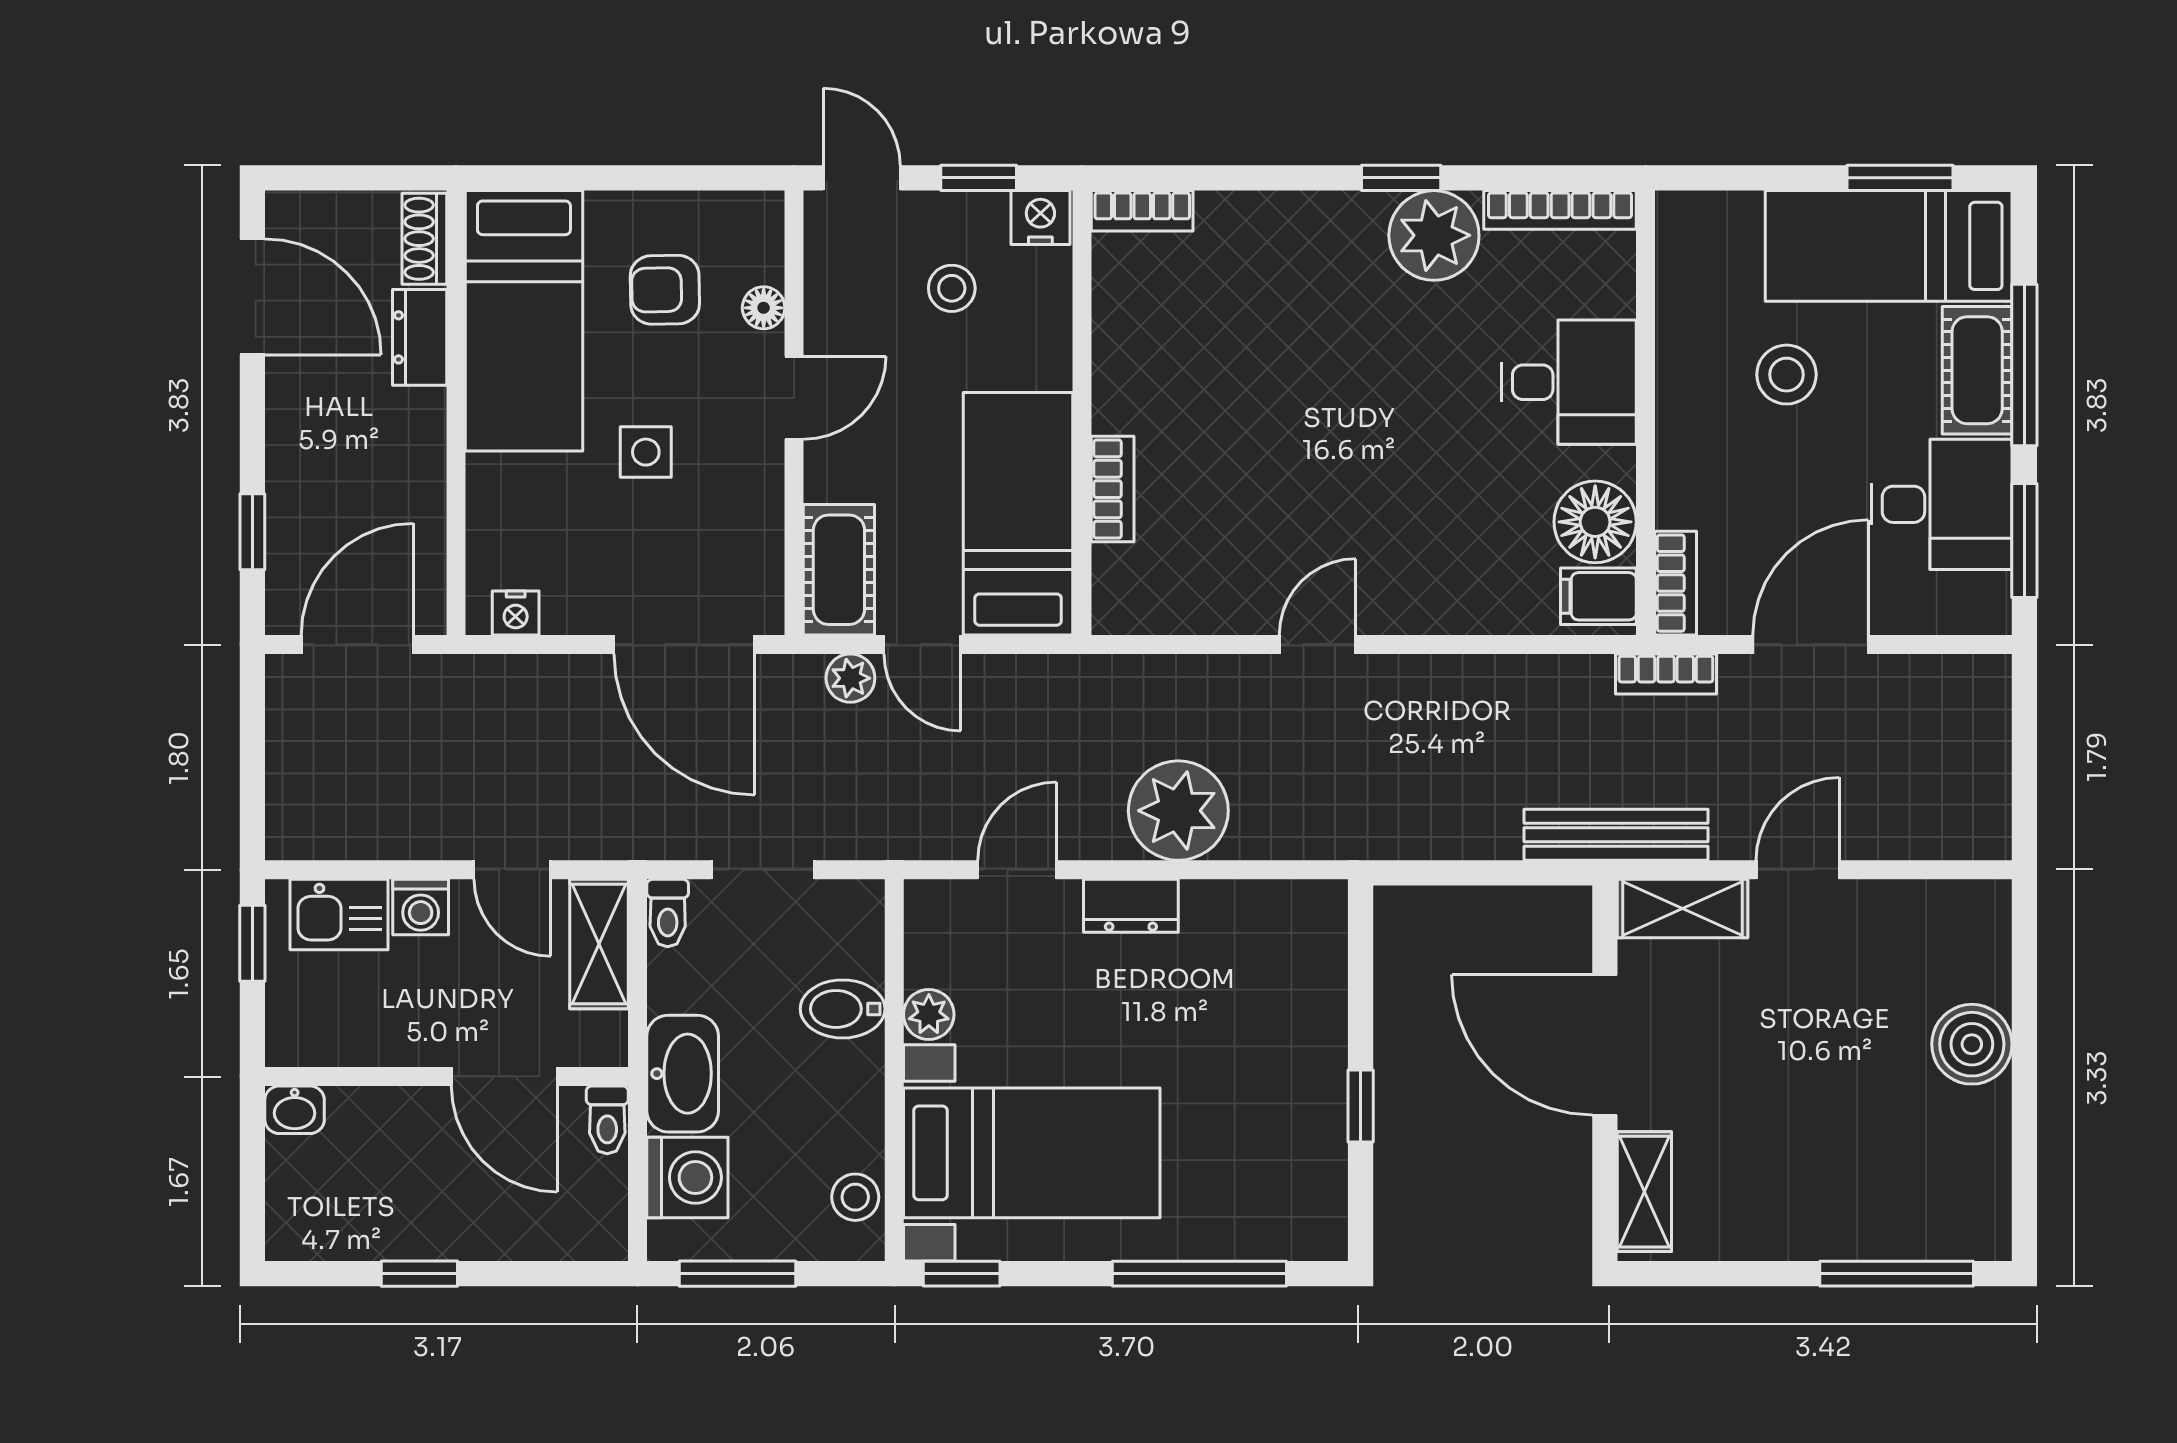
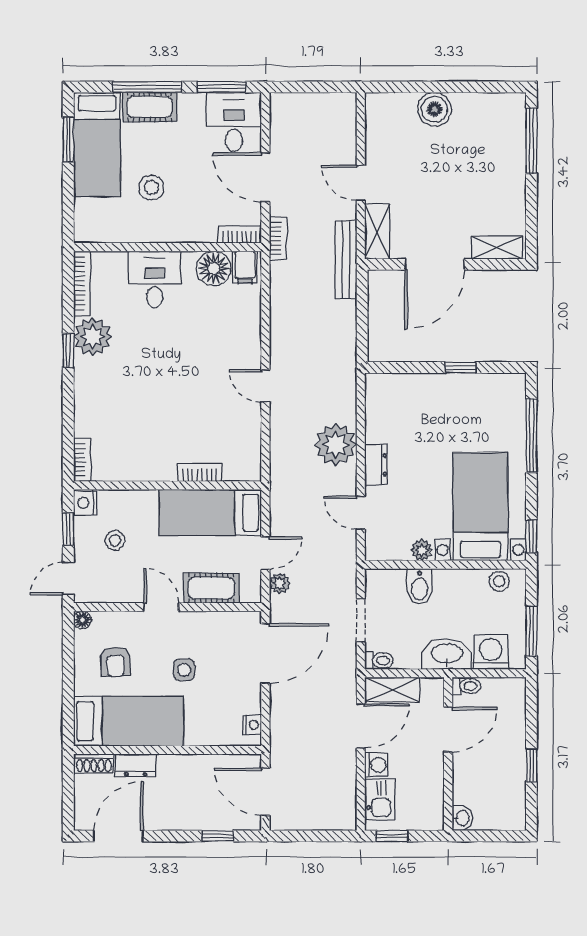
floor lamp: (764, 308) -> (82, 620), moved
desk: (1941, 504) -> (234, 122), moved
cot: (839, 570) -> (211, 588), moved
door: (512, 870) -> (361, 726), width x1.38

